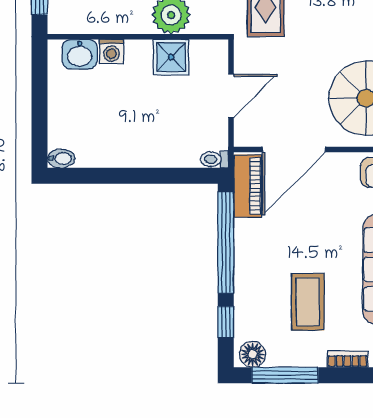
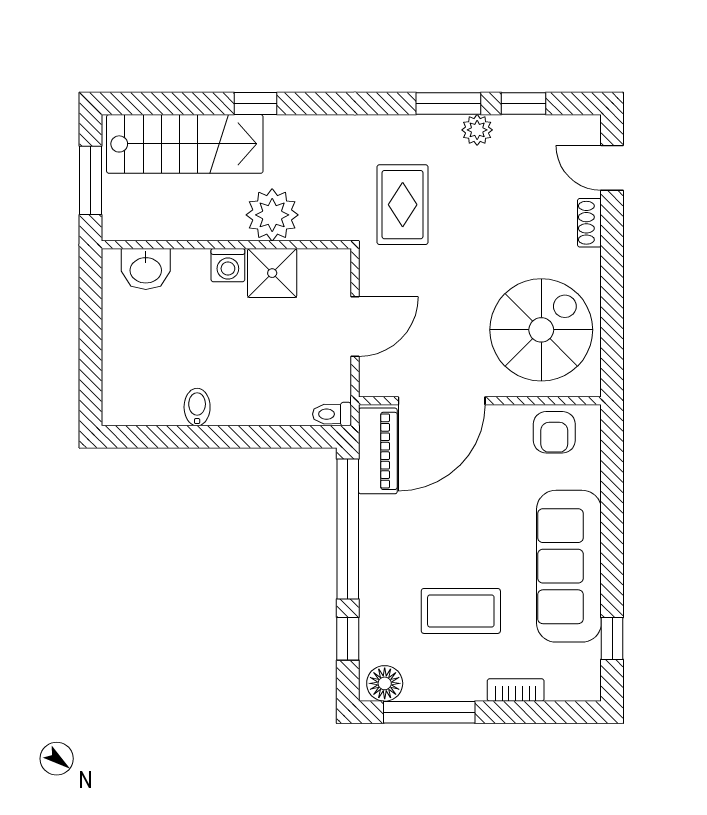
washing machine: (111, 51) -> (228, 265), moved
bidet: (61, 159) -> (197, 407), moved, turned -90
coffee table: (308, 302) -> (461, 611), turned 90

